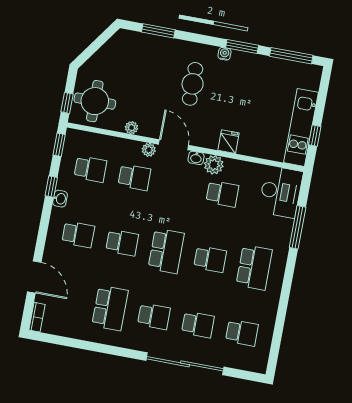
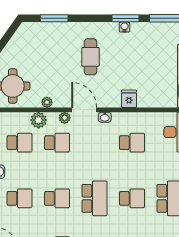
water cooler: (224, 54) -> (125, 27), moved
plant: (214, 165) -> (39, 120), moved

